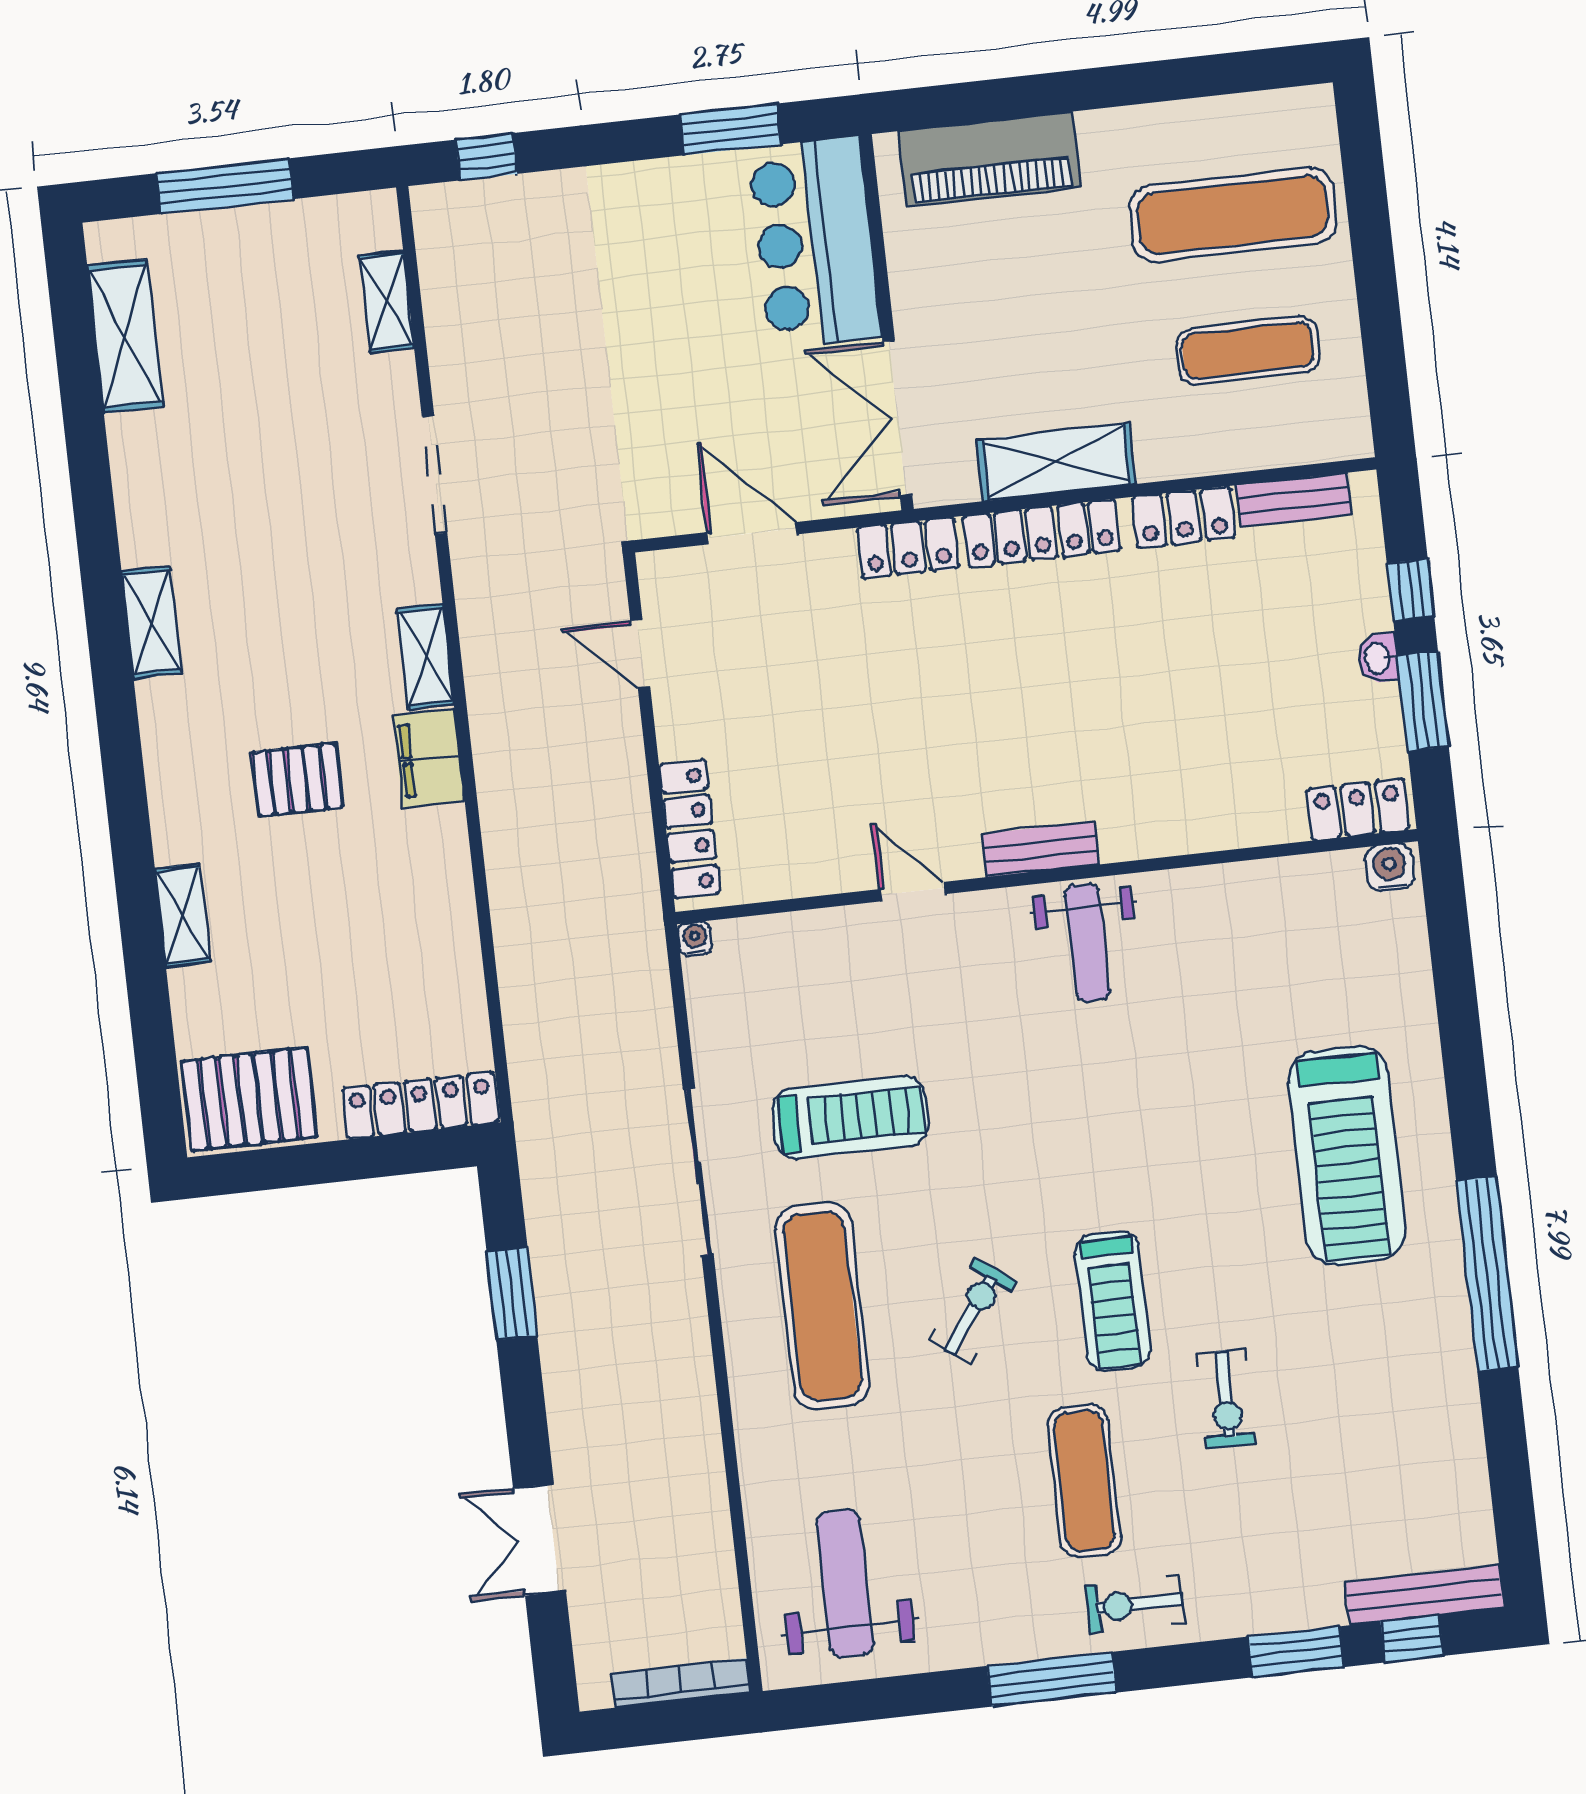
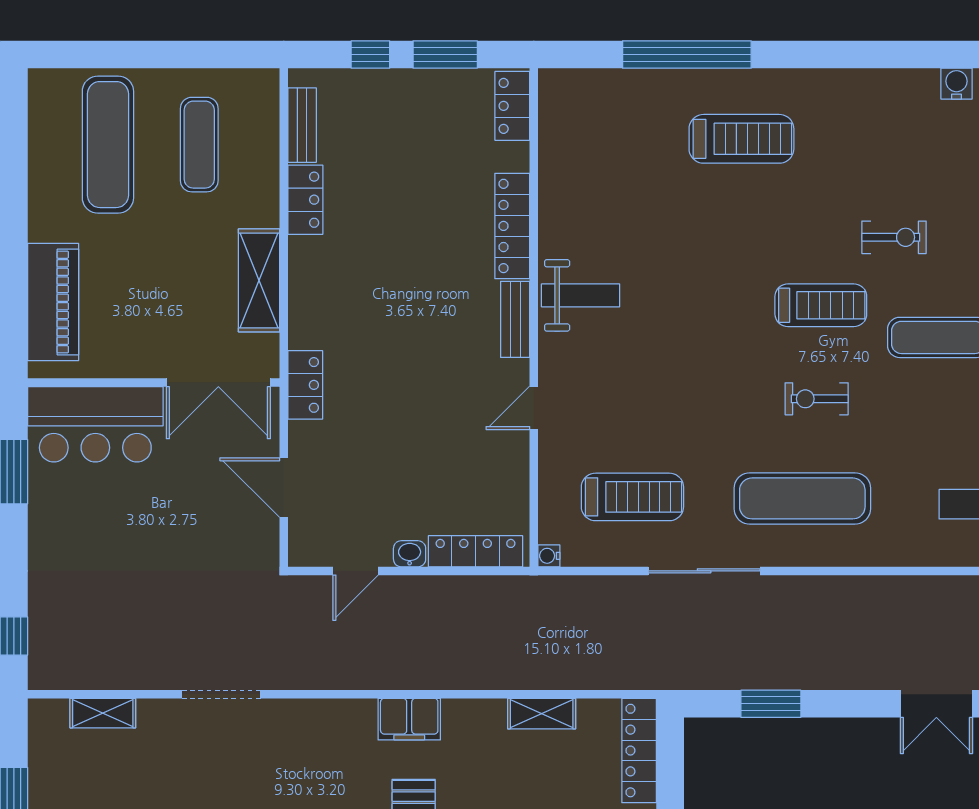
door: (752, 533) -> (284, 488), hinge flipped
locker: (1042, 533) -> (512, 226), moved, turned 180
shelving: (426, 656) -> (542, 714), moved
washbasin: (1378, 658) -> (410, 554), moved, turned 180
water cooler: (1390, 868) -> (956, 84), moved, turned 90
treadmill: (850, 1117) -> (632, 497), moved, turned 90
treadmill: (1347, 1155) -> (741, 139), width x0.73, depth x0.73
window: (1487, 1273) -> (687, 54), moved
exercise bike: (973, 1311) -> (817, 399), turned -36

